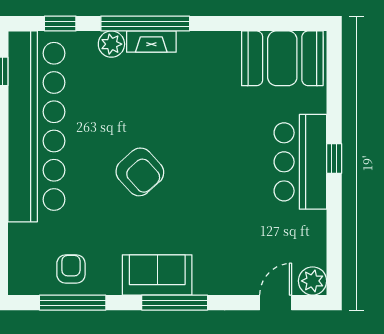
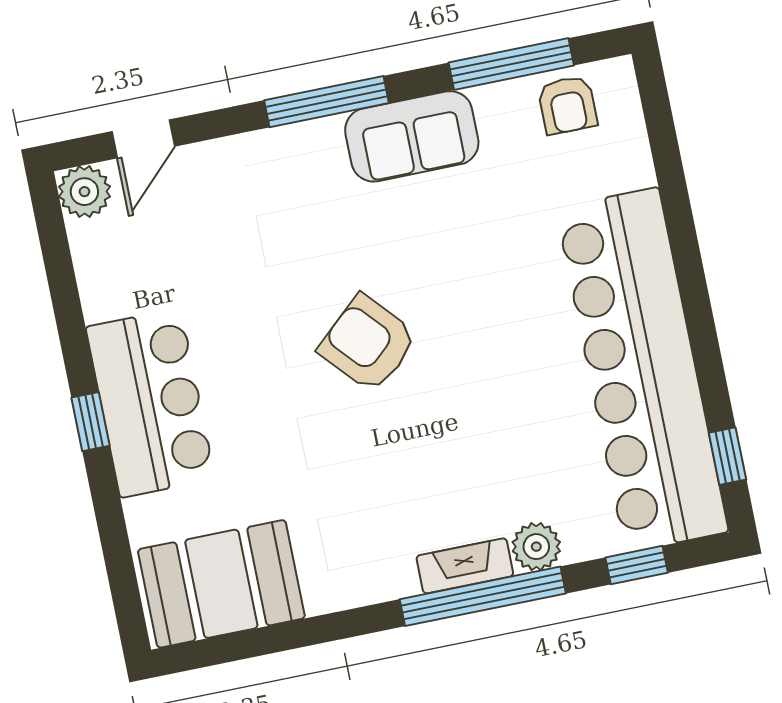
armchair: (140, 172) -> (368, 343), moved
armchair: (71, 269) -> (567, 105), moved
sofa: (157, 275) -> (412, 136), moved

